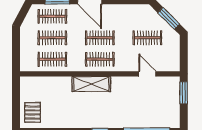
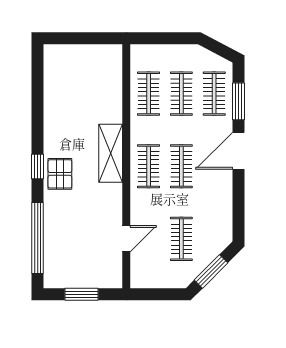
window: (184, 93) -> (81, 294), moved
pallet: (33, 112) -> (60, 174), moved, turned 90

